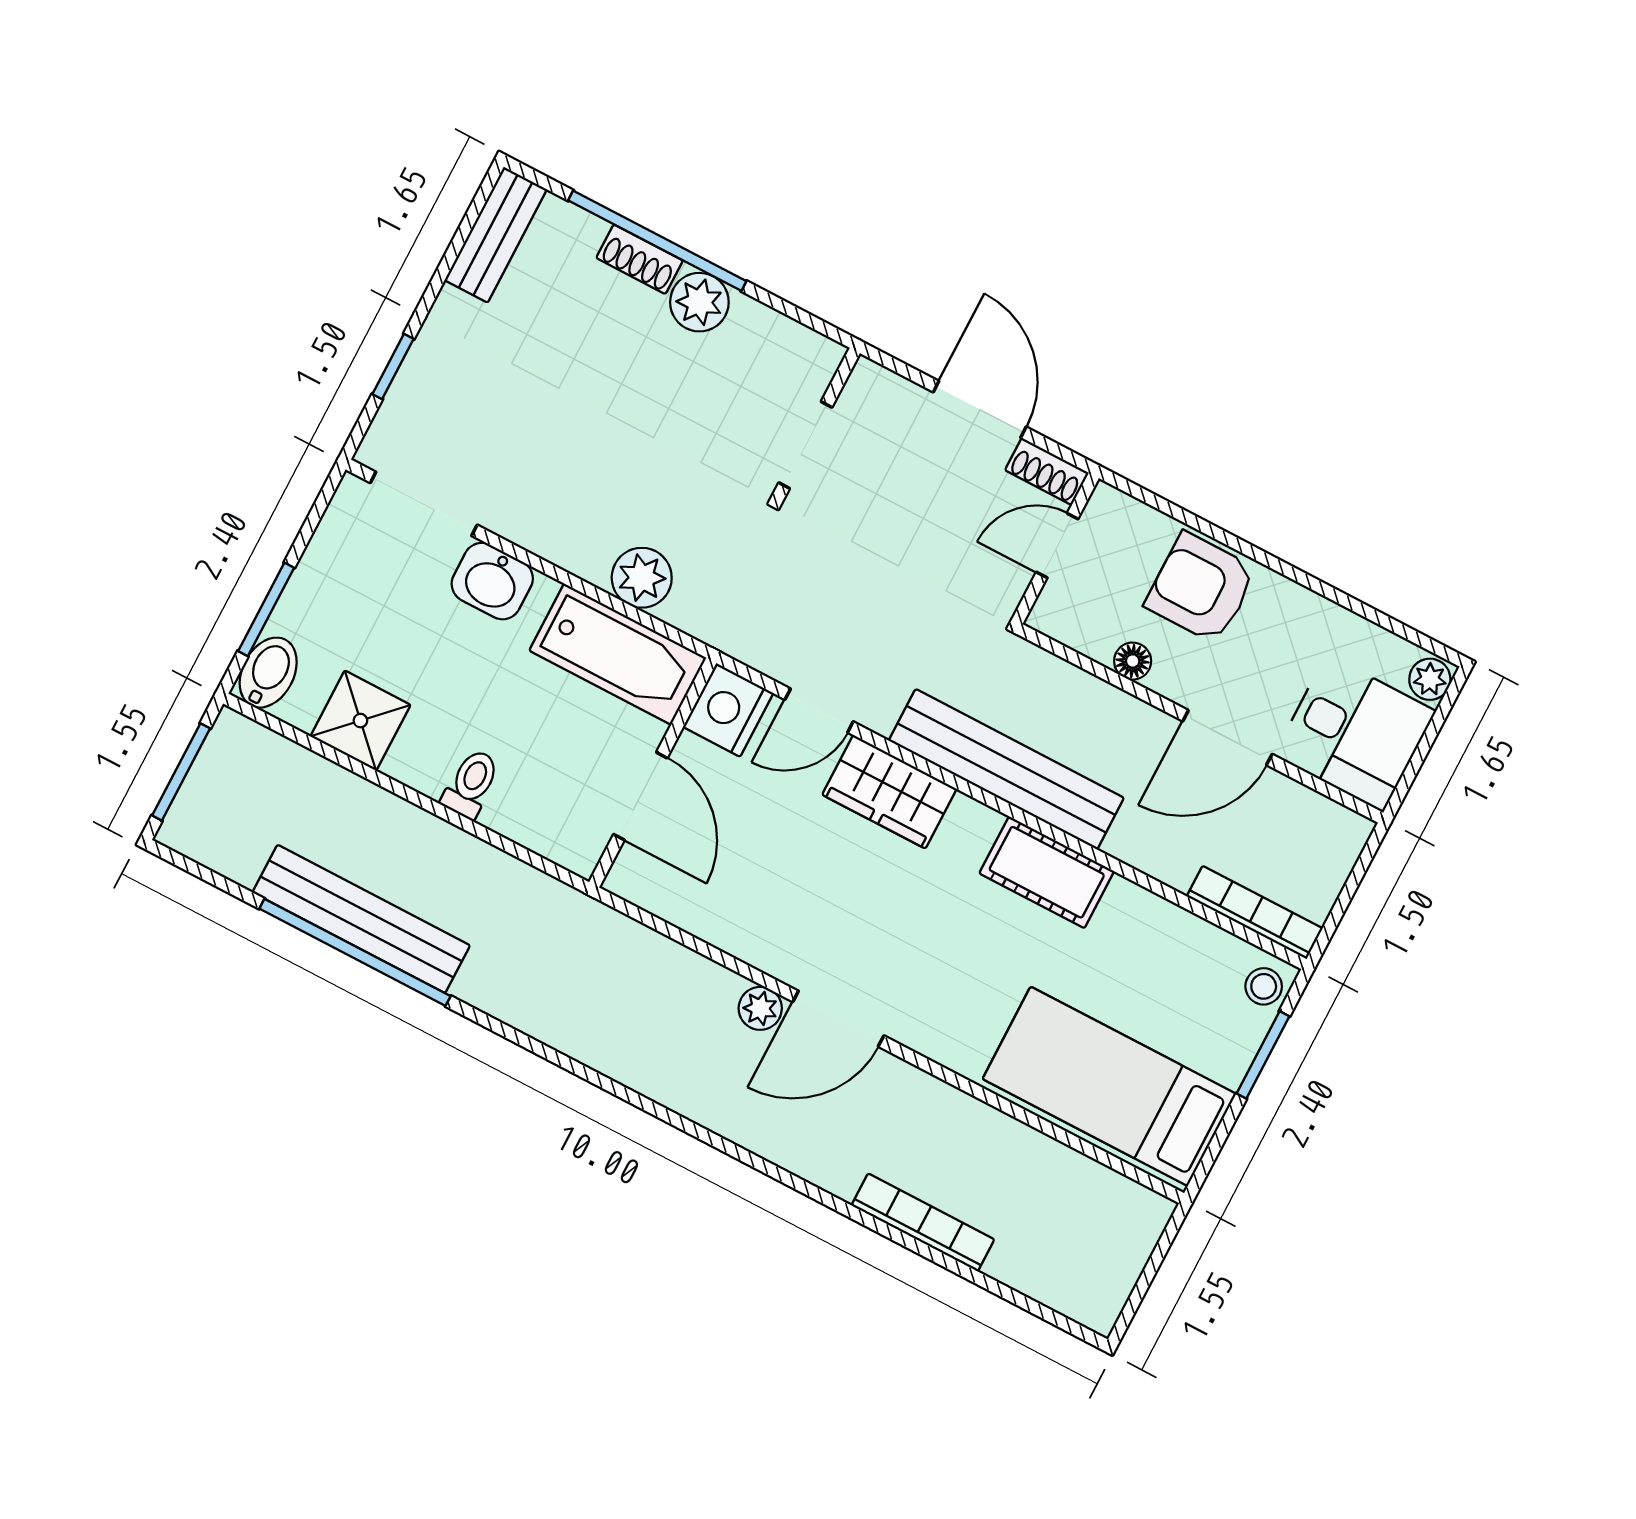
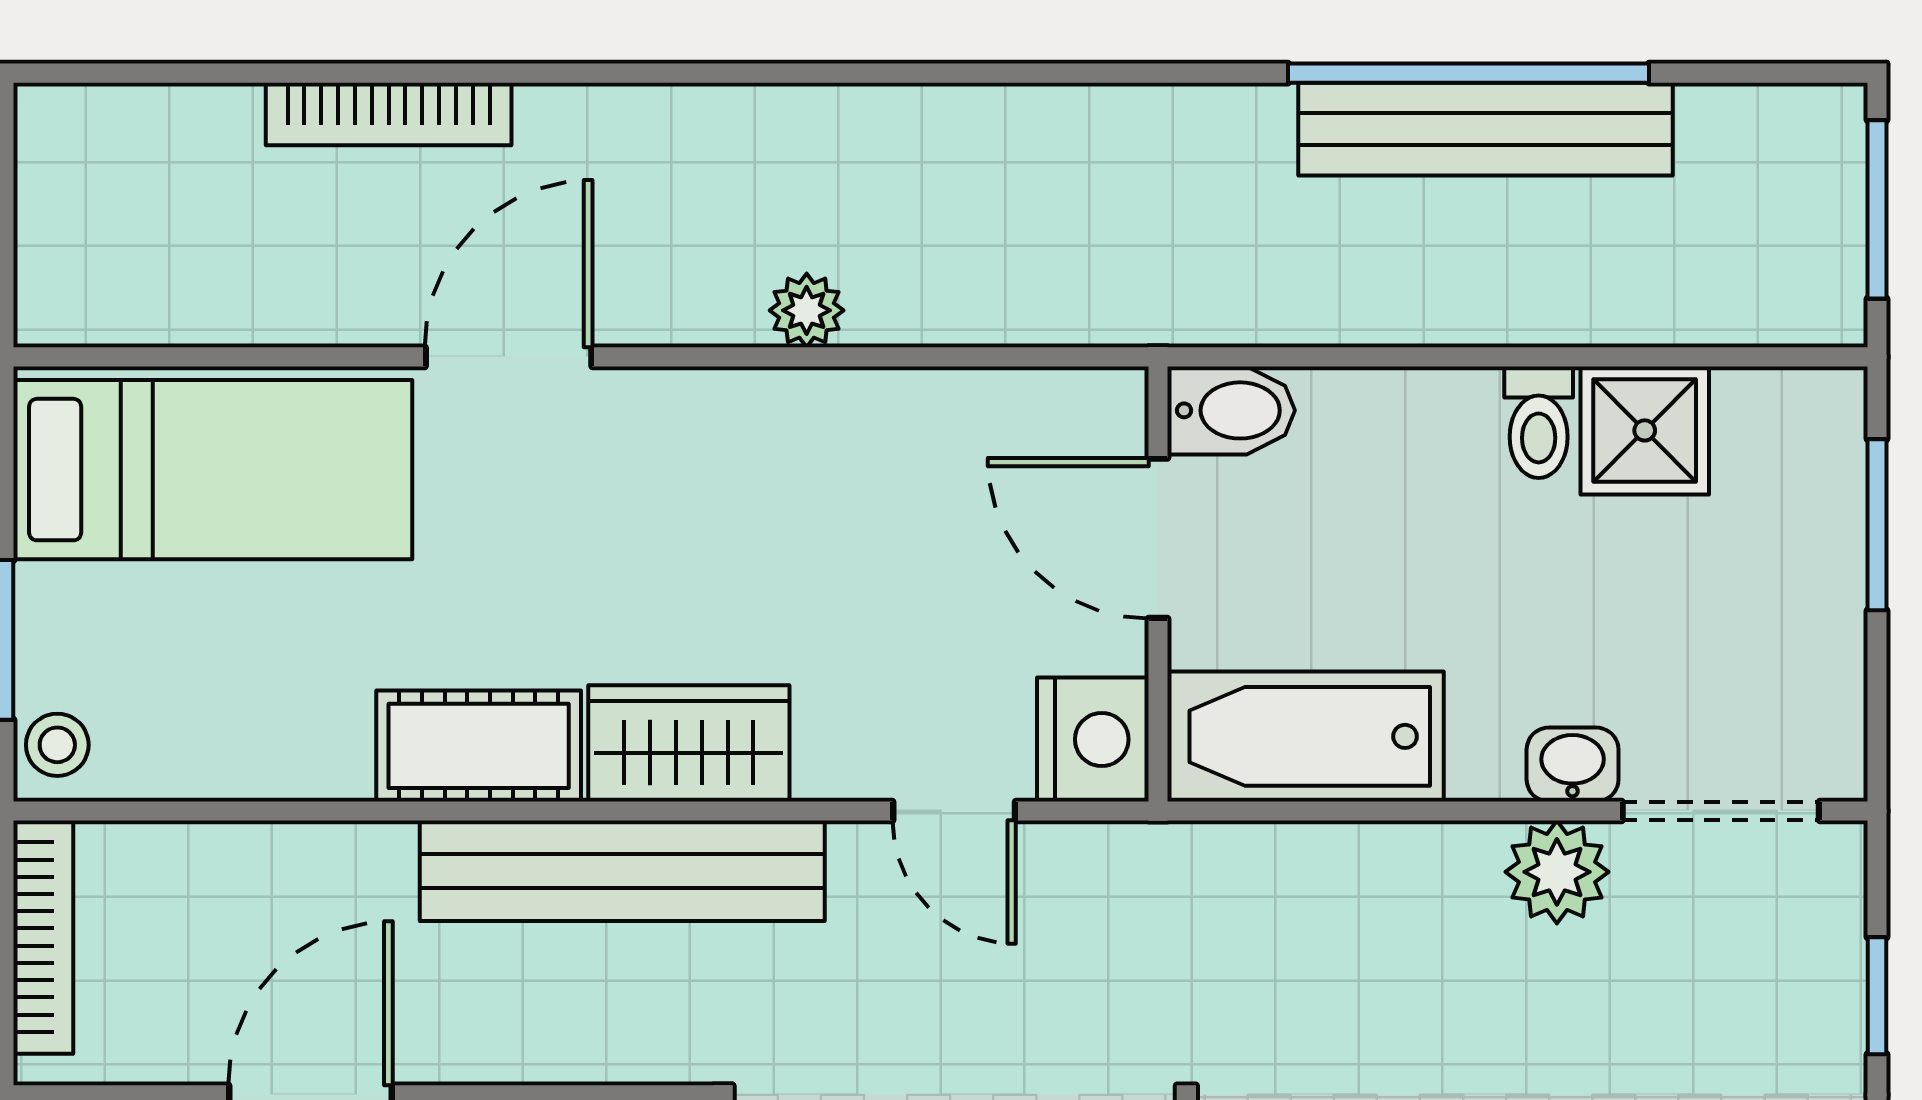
plant: (642, 578) -> (1557, 872), moved
washbasin: (492, 581) -> (1573, 764), width x0.72, depth x0.69
bidet: (268, 673) -> (1231, 410), moved, turned -90
door: (819, 711) -> (954, 811), swing flipped
toilet: (471, 784) -> (1539, 422), moved
wardrobe: (889, 792) -> (689, 743), moved
bookcase: (1255, 912) -> (43, 937), moved, turned -90
door: (838, 1019) -> (509, 357), moved

